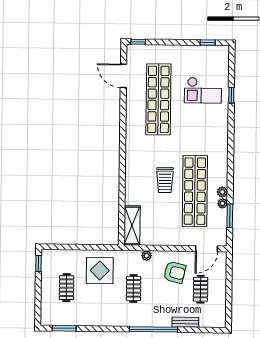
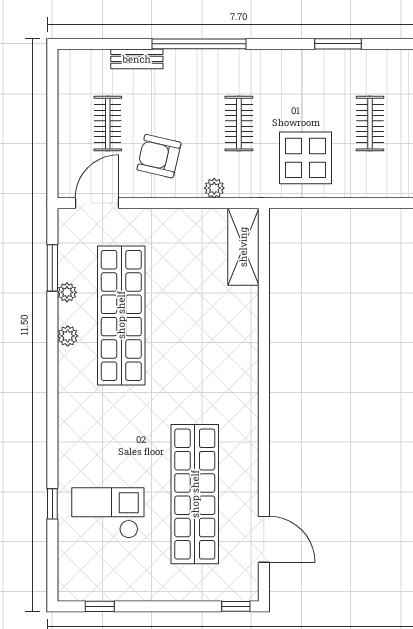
trolley: (165, 180) -> (180, 336), removed
plant: (222, 192) -> (68, 336), moved
window: (64, 328) -> (338, 44), moved

